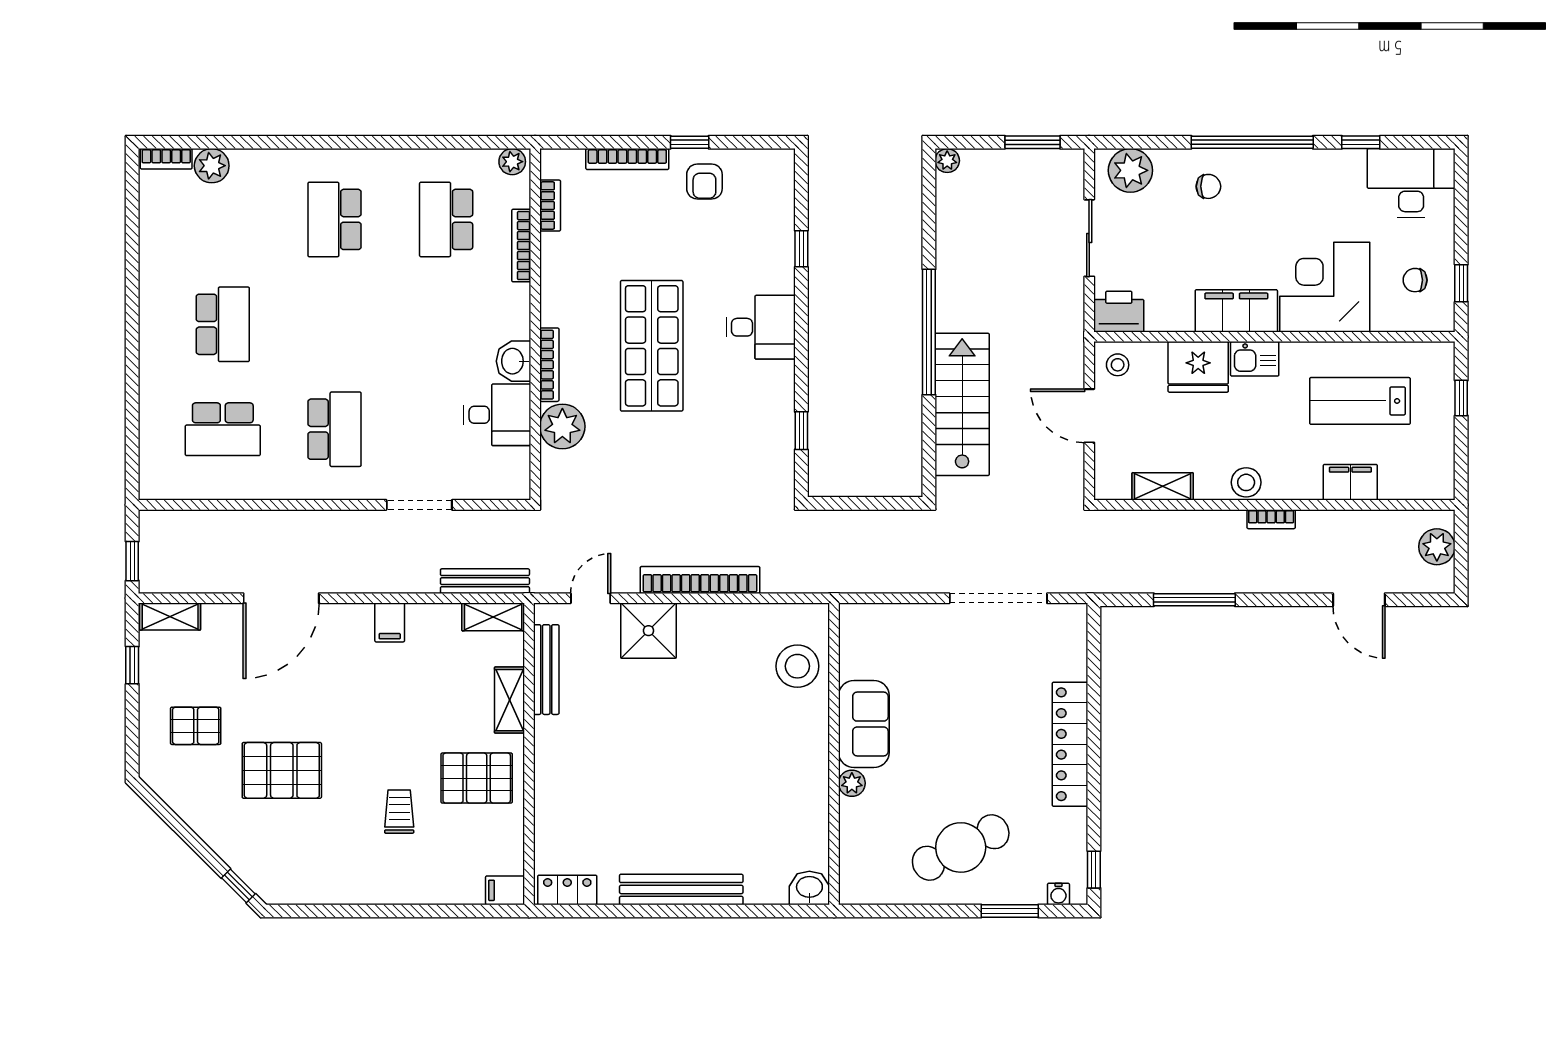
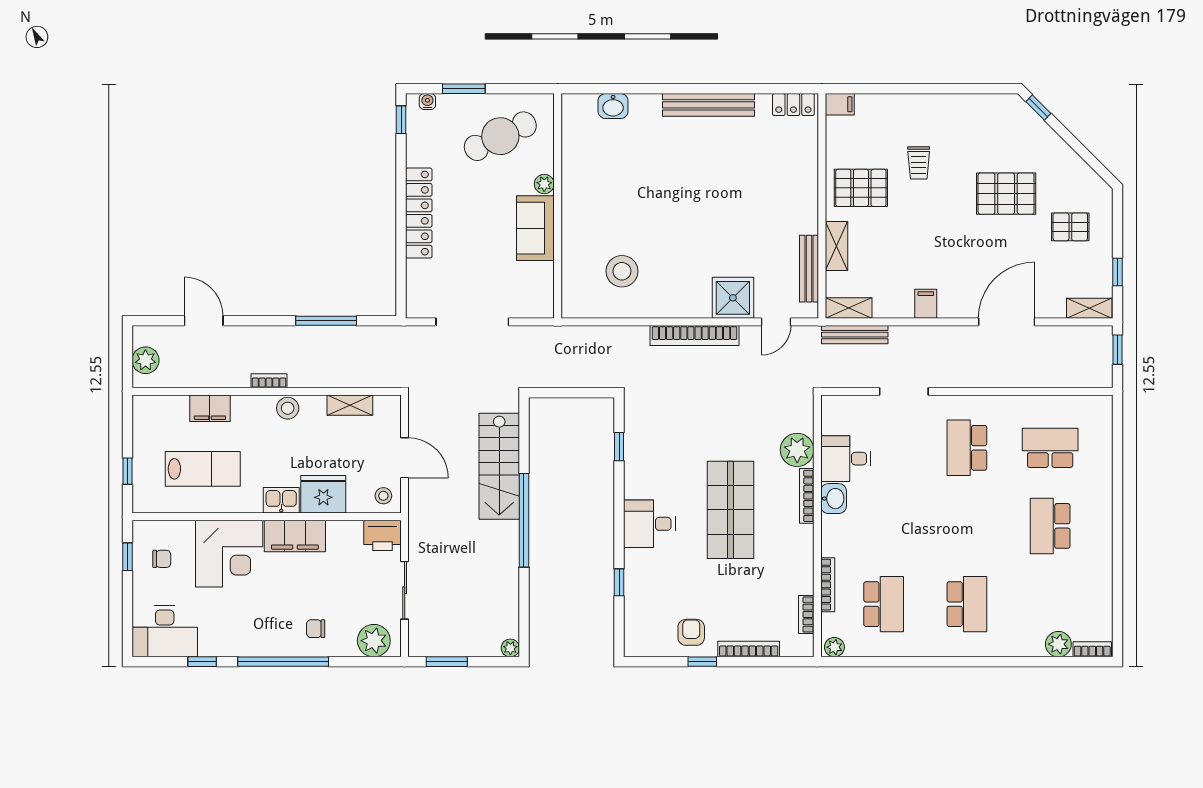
sofa: (864, 724) -> (535, 228), moved
wall: (834, 754) -> (558, 206), moved
plant: (852, 783) -> (544, 184), moved

